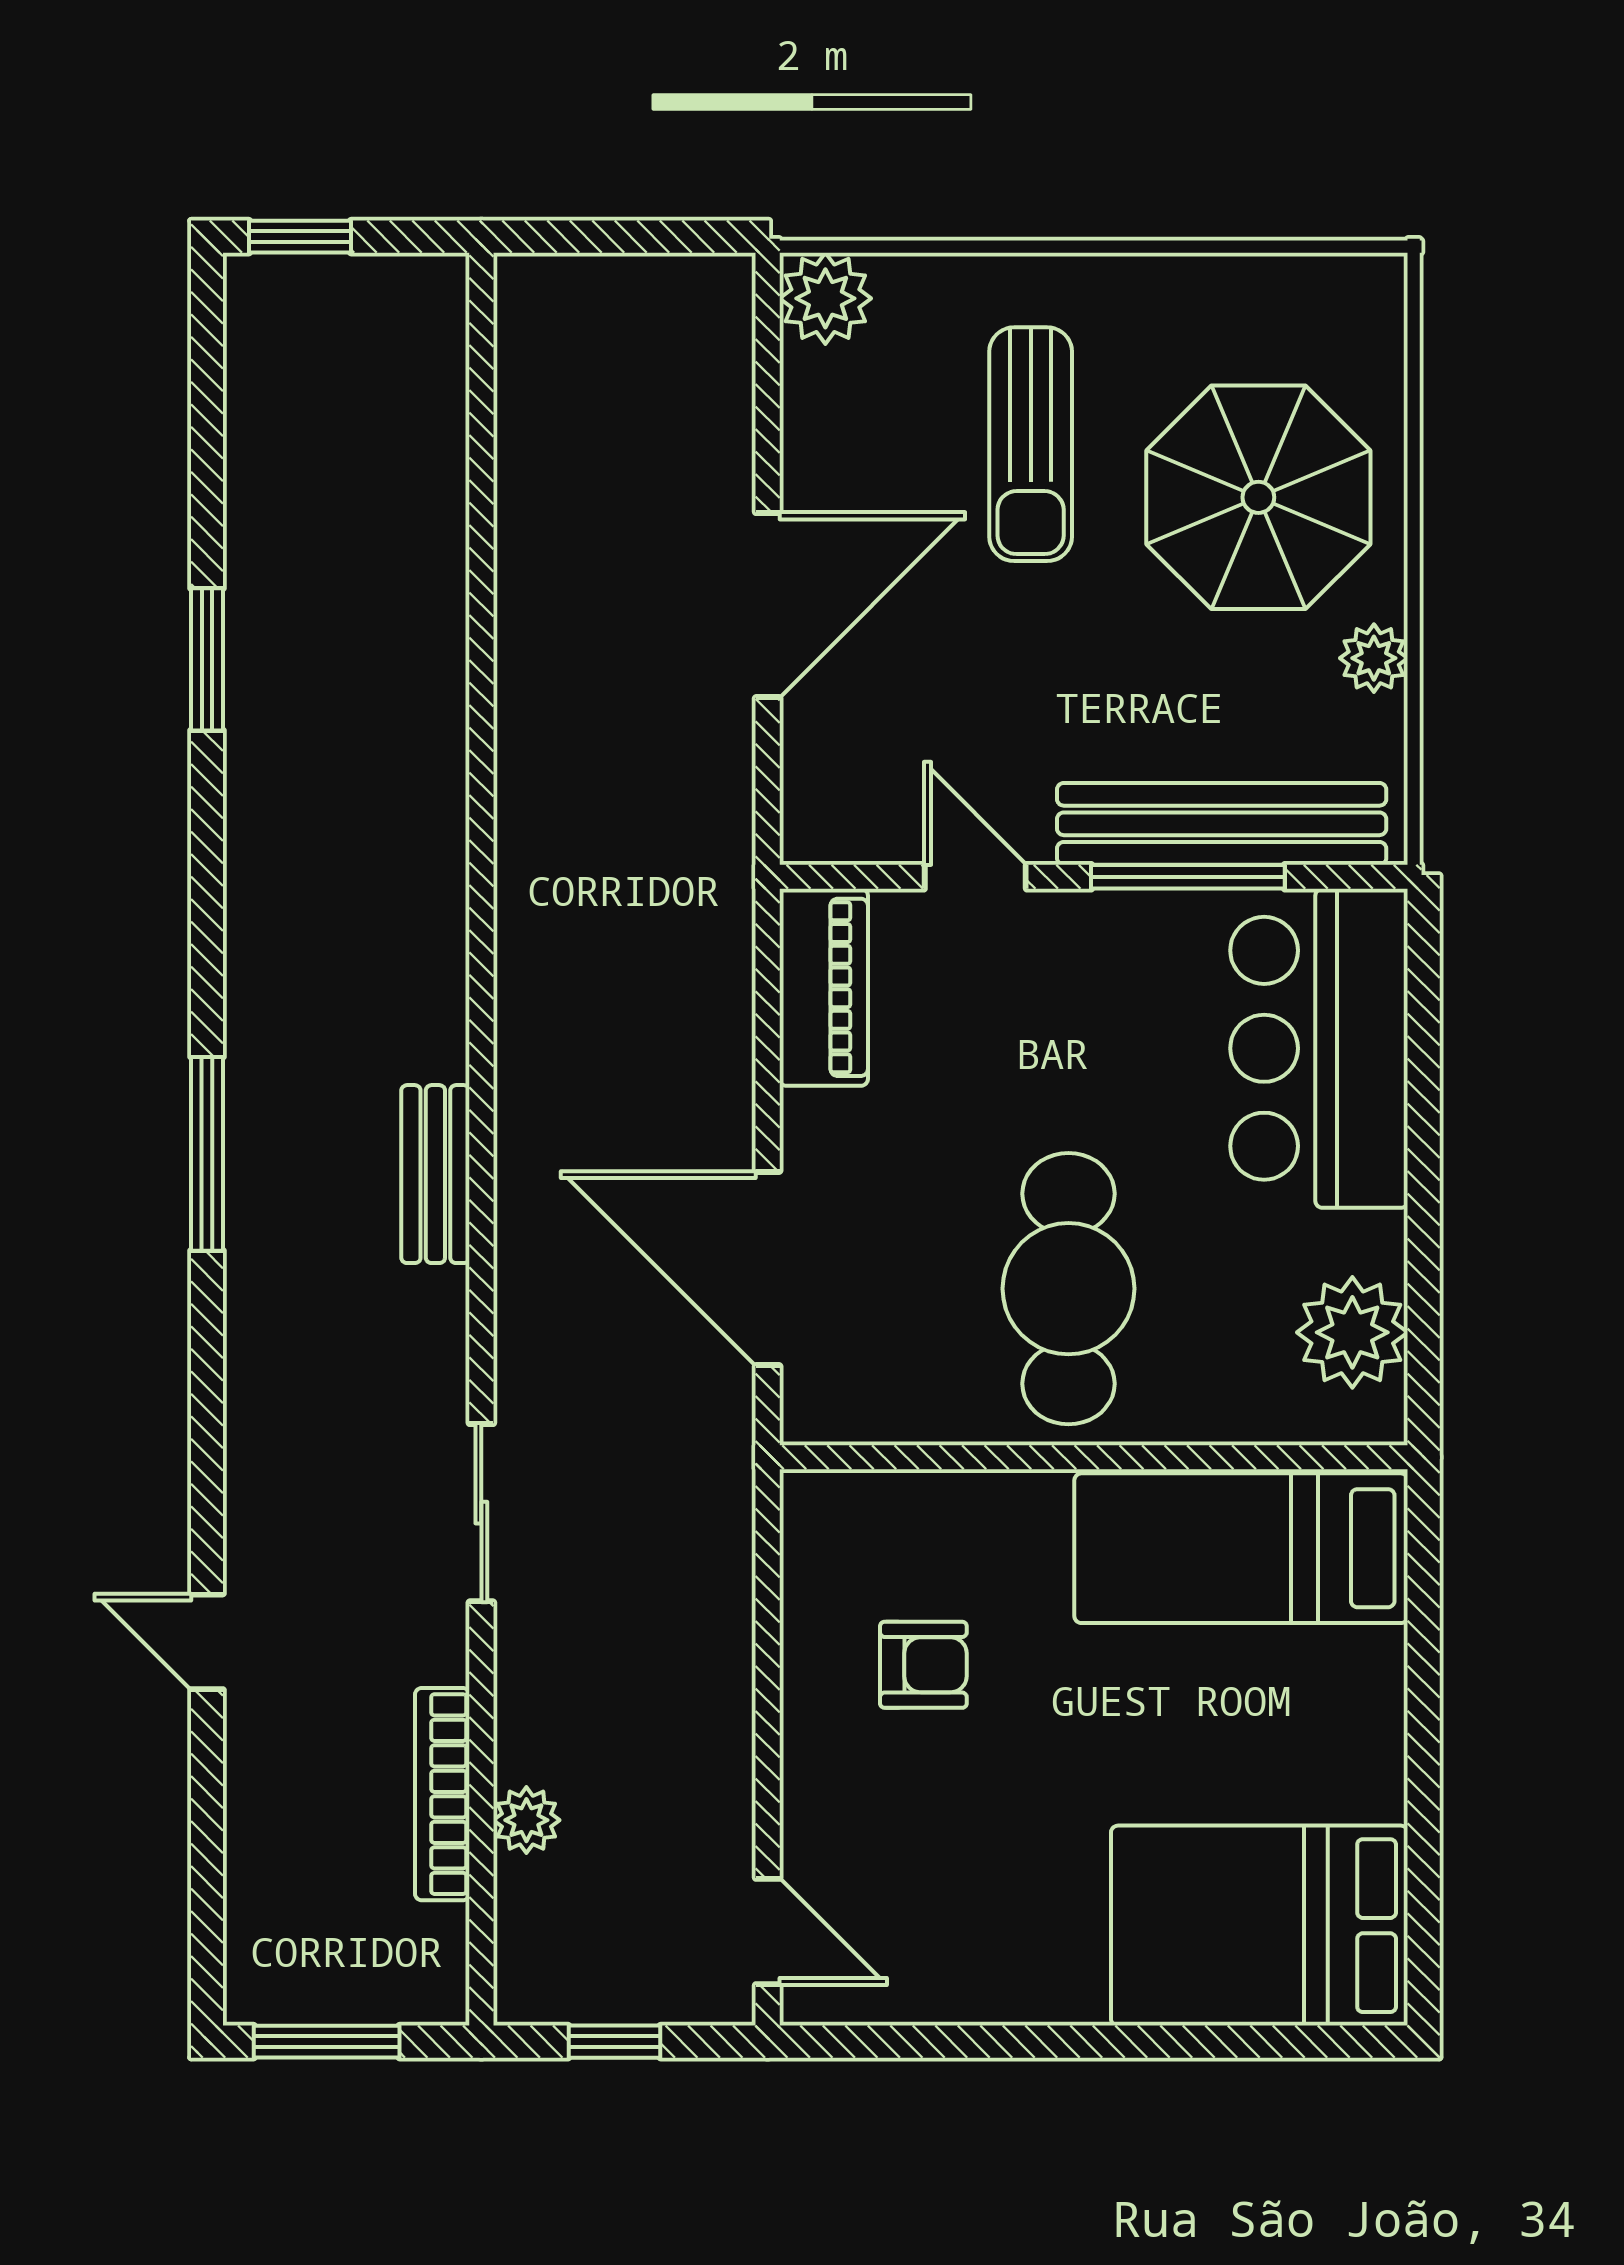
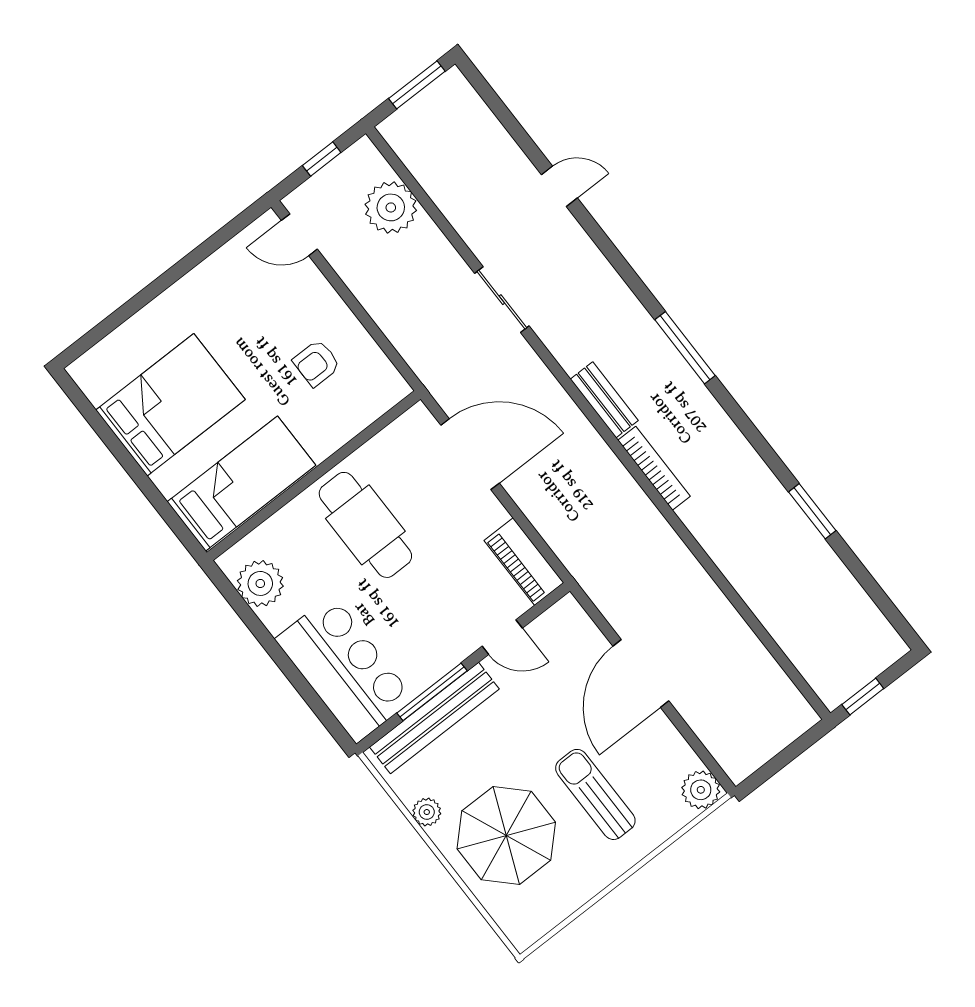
window: (300, 237) -> (863, 696), moved
bookcase: (442, 1794) -> (654, 468), moved
plant: (526, 1820) -> (391, 207), width x1.87, depth x1.87
bed: (1259, 1926) -> (170, 405), moved

